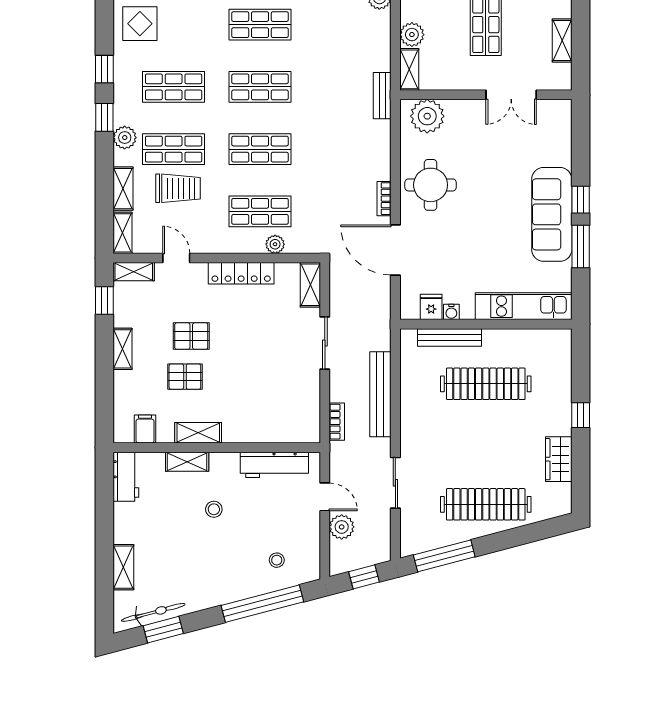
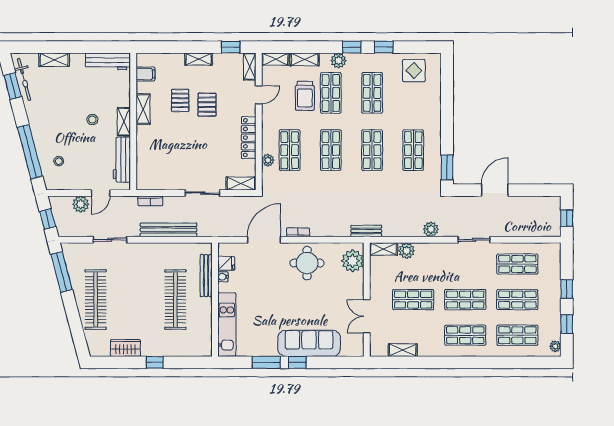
sofa: (552, 214) -> (309, 343), moved
shelving: (187, 462) -> (124, 122), moved
workbench: (126, 477) -> (108, 61), width x1.38

